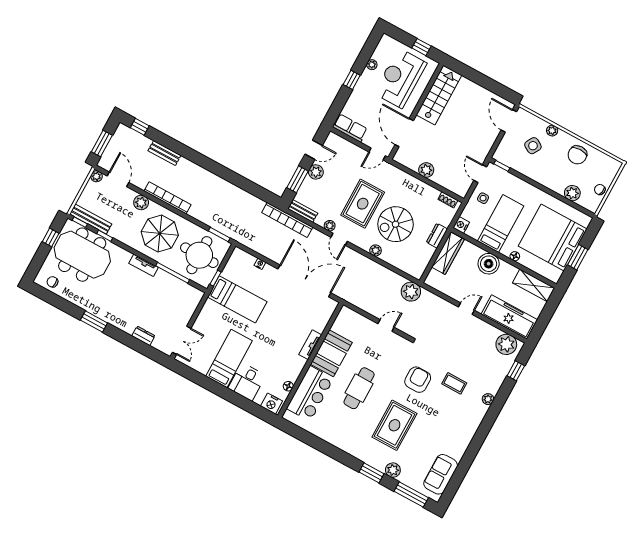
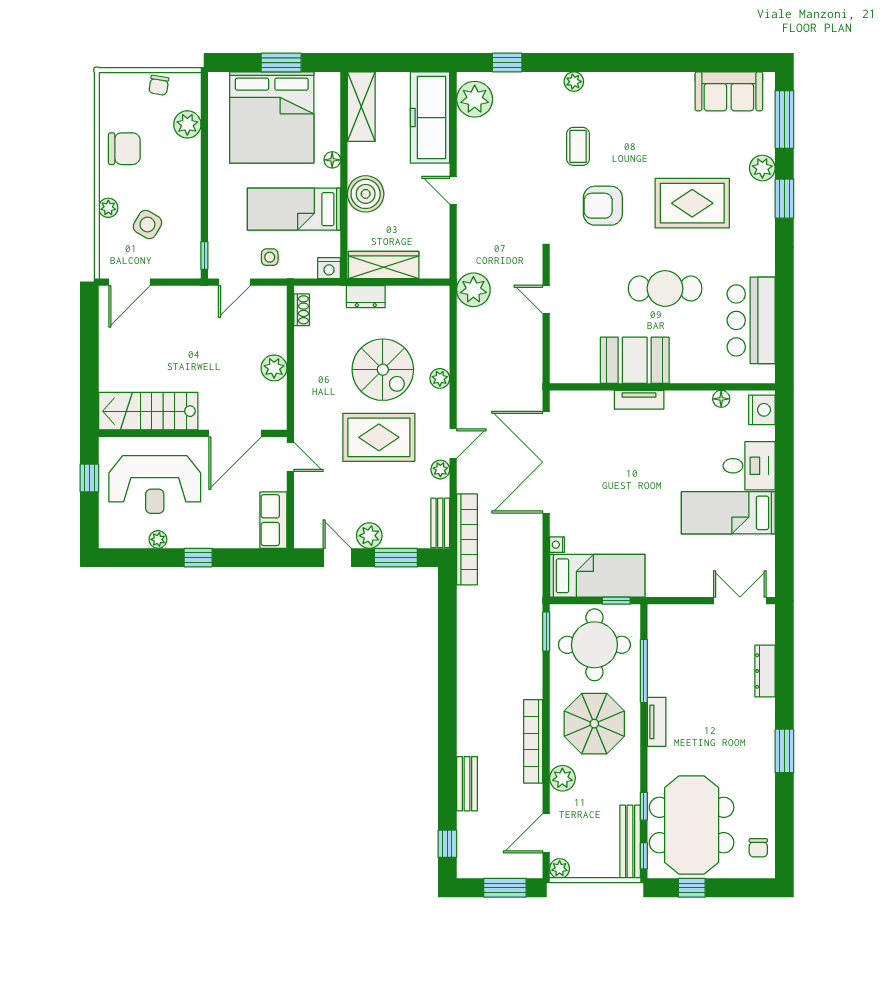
bed: (237, 299) -> (597, 576), moved, turned 90
dresser: (143, 336) -> (765, 671), width x1.44
bar counter: (310, 393) -> (751, 320), moved, turned -90

